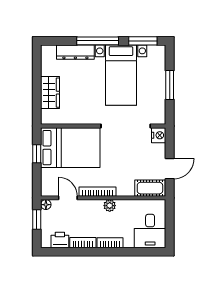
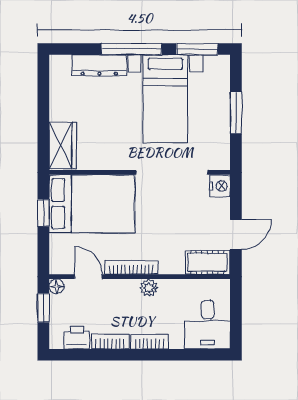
wardrobe: (50, 93) -> (63, 145), moved

